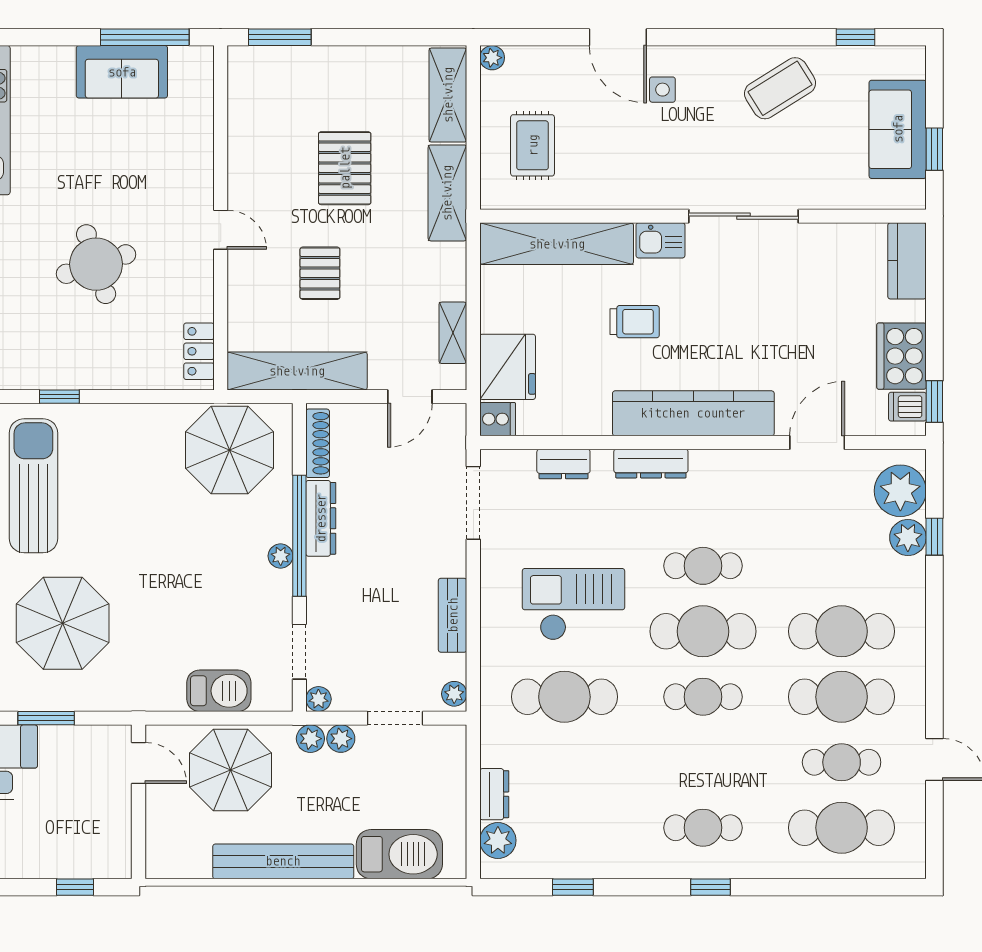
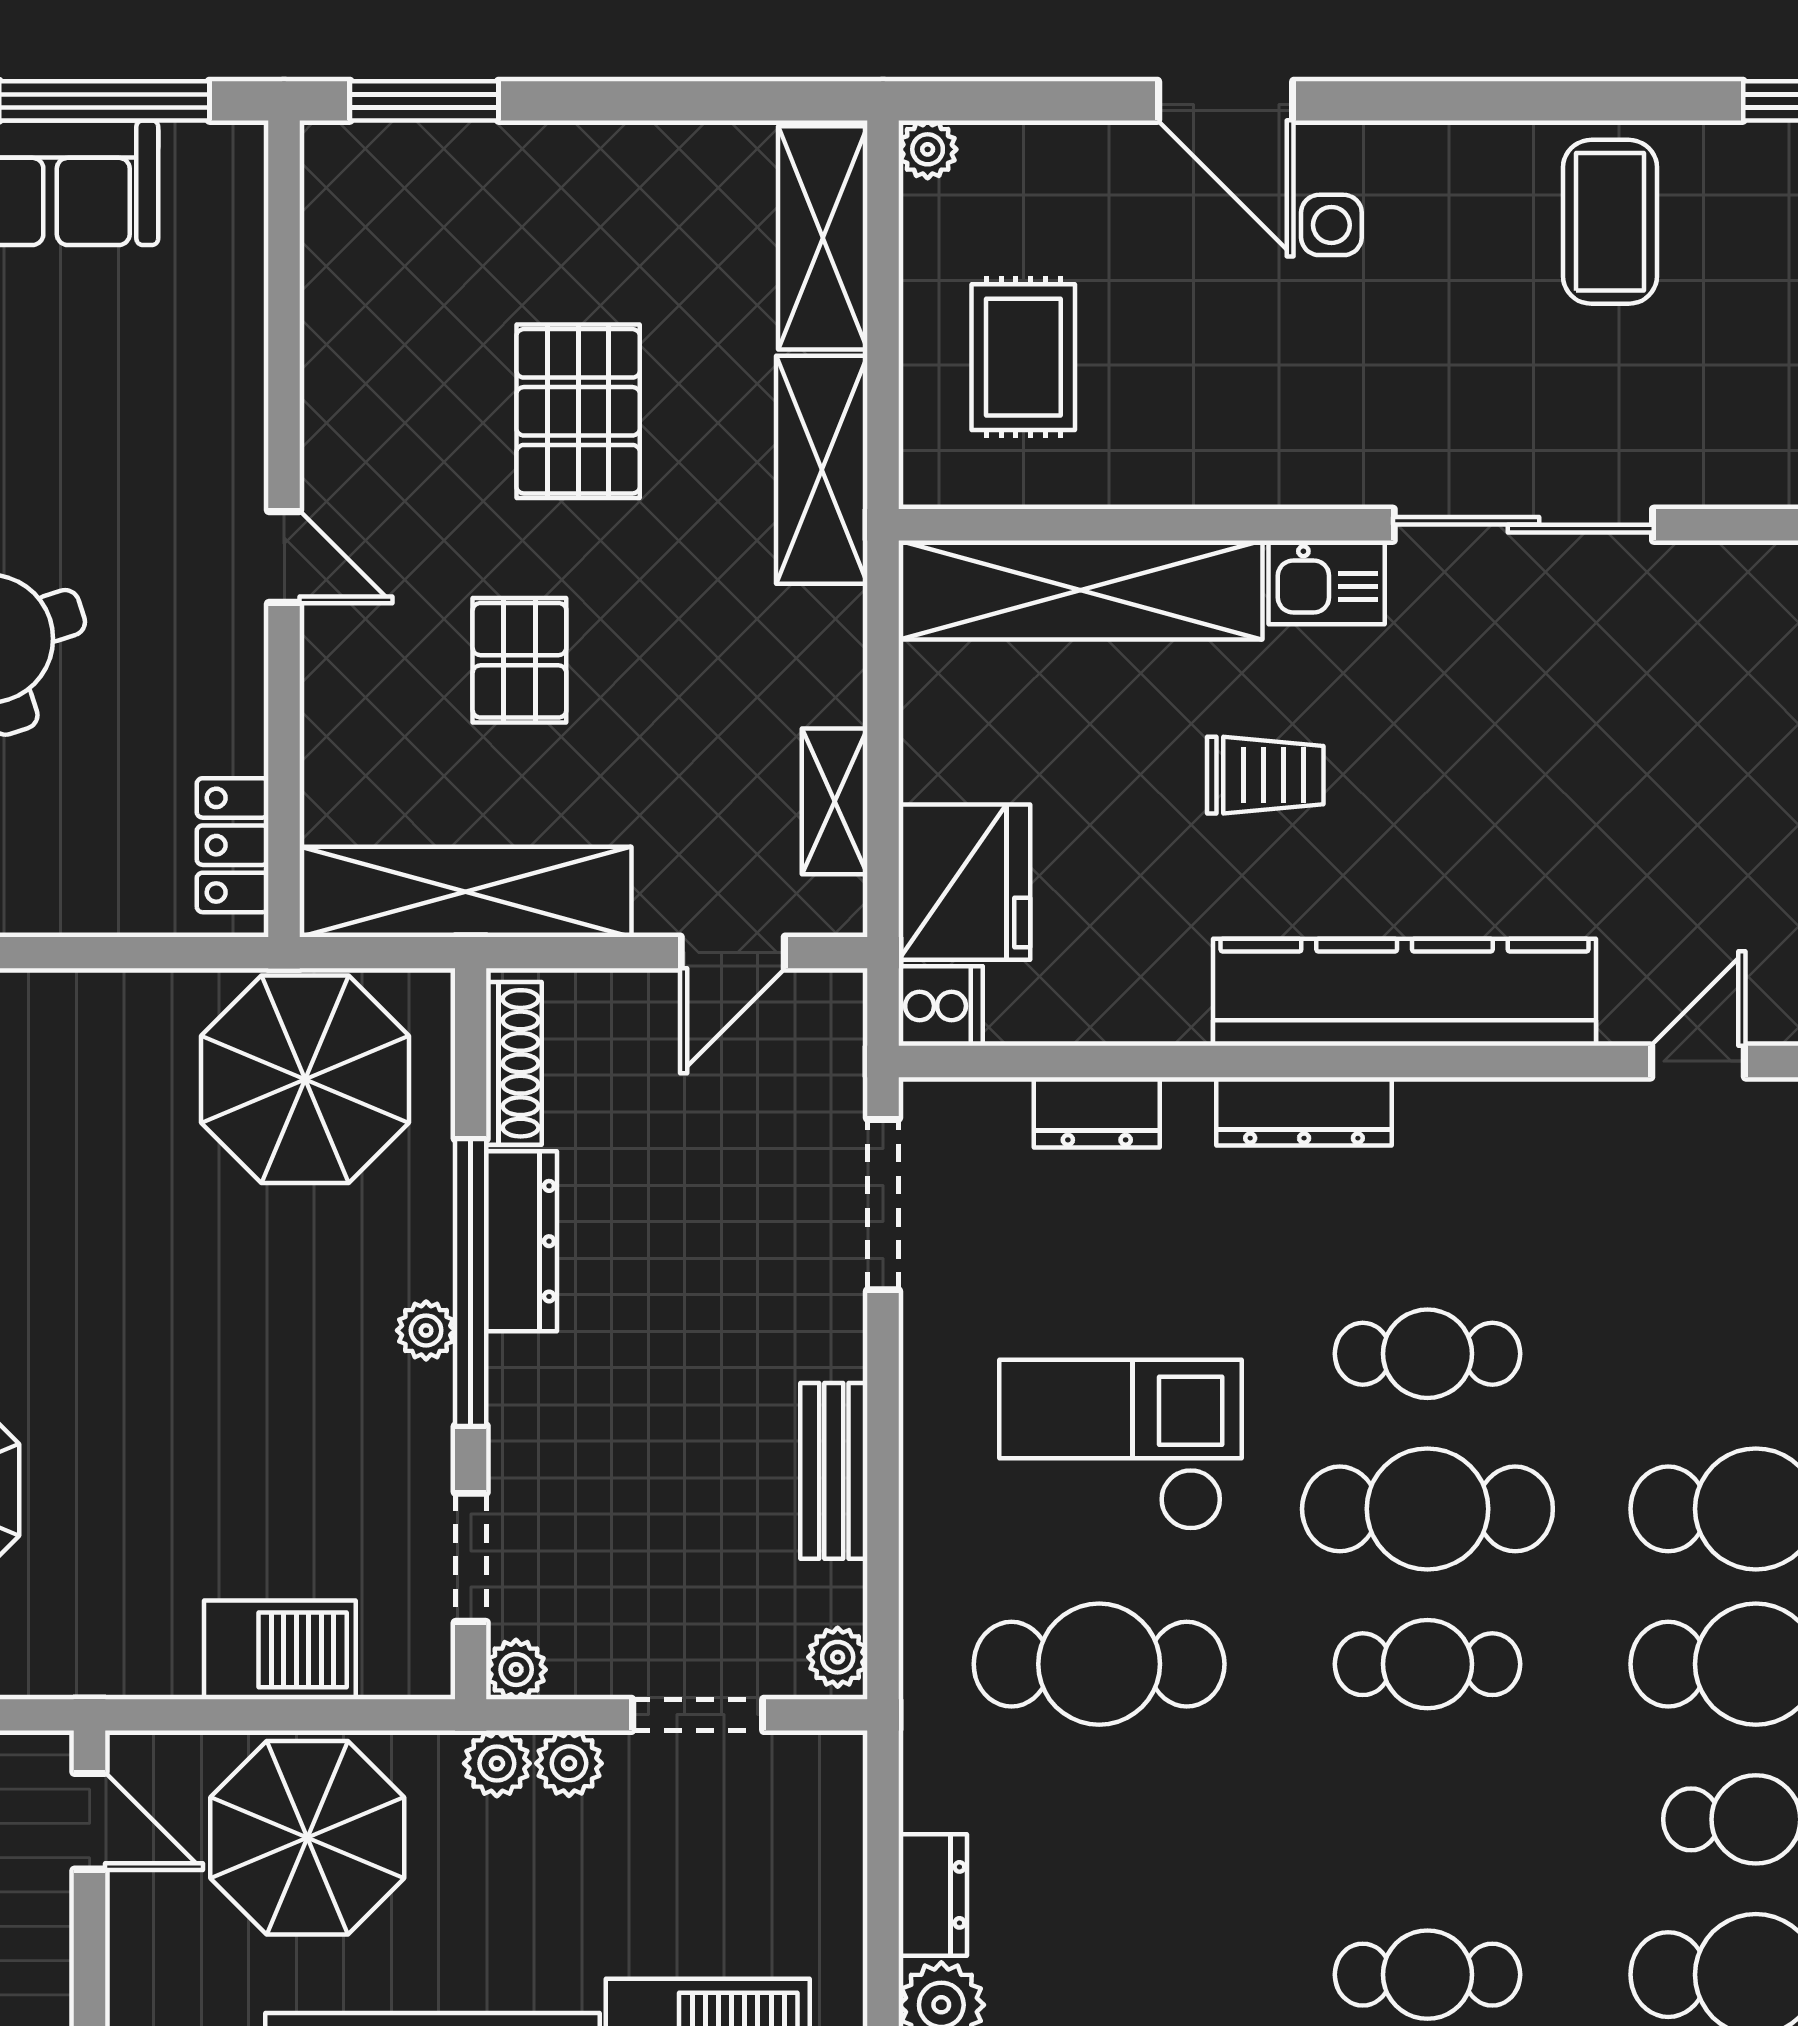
coffee table: (780, 88) -> (1610, 222), turned -58
door: (817, 443) -> (1698, 1061), width x0.73

